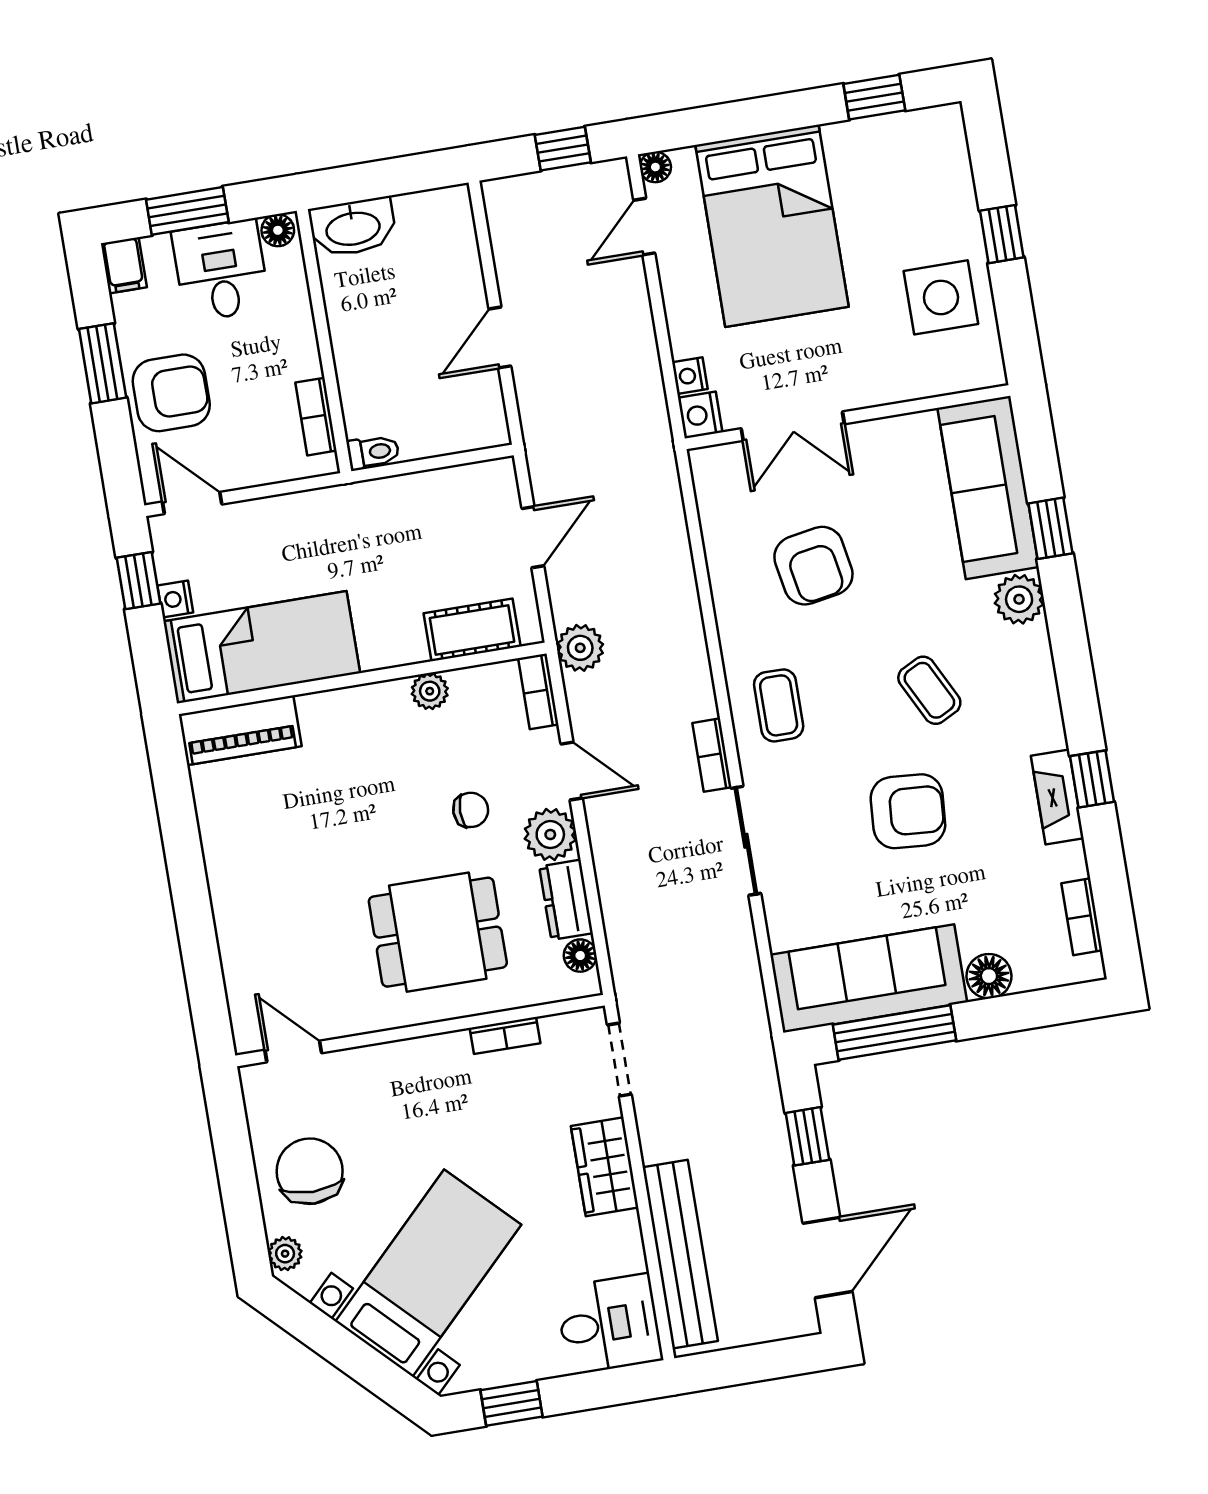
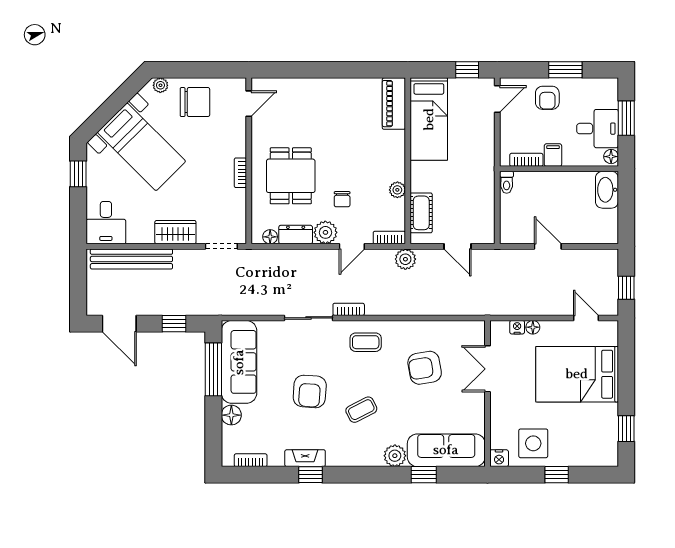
floor lamp: (655, 167) -> (533, 327), moved
filing cabinet: (124, 265) -> (553, 155), moved, turned 90
armchair: (171, 393) -> (547, 98), width x0.72, depth x0.72
nightstand: (700, 415) -> (499, 458), moved, turned 180
nightstand: (175, 599) -> (456, 85), removed
bookcase: (505, 1036) -> (240, 173), moved

